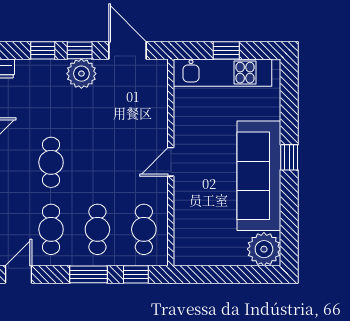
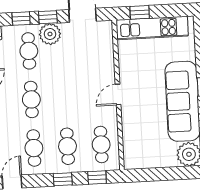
window: (226, 50) -> (140, 12), moved
cafe table: (51, 95) -> (29, 51), added
window: (89, 274) -> (63, 179), width x0.67

